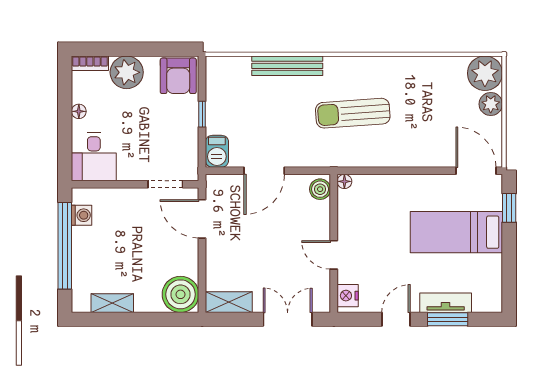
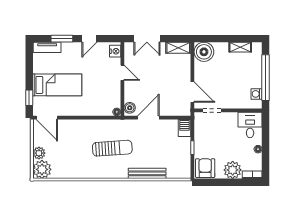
door: (264, 171) -> (148, 118), moved
tv unit: (446, 303) -> (47, 47), moved

